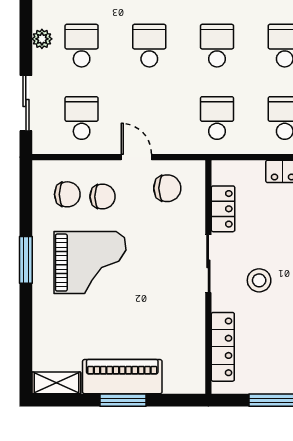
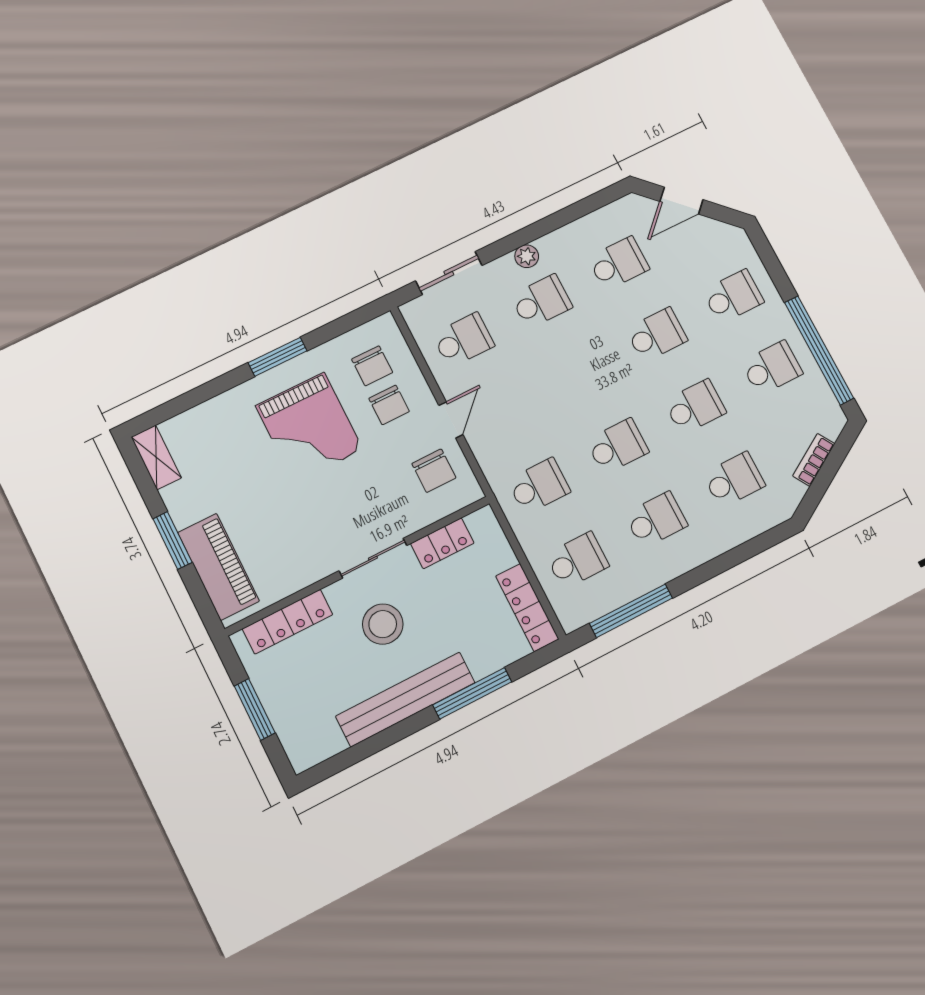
school desk: (149, 46) -> (579, 373), removed
stool: (259, 280) -> (383, 624), width x1.38, depth x1.38
piano: (122, 377) -> (218, 567), moved

